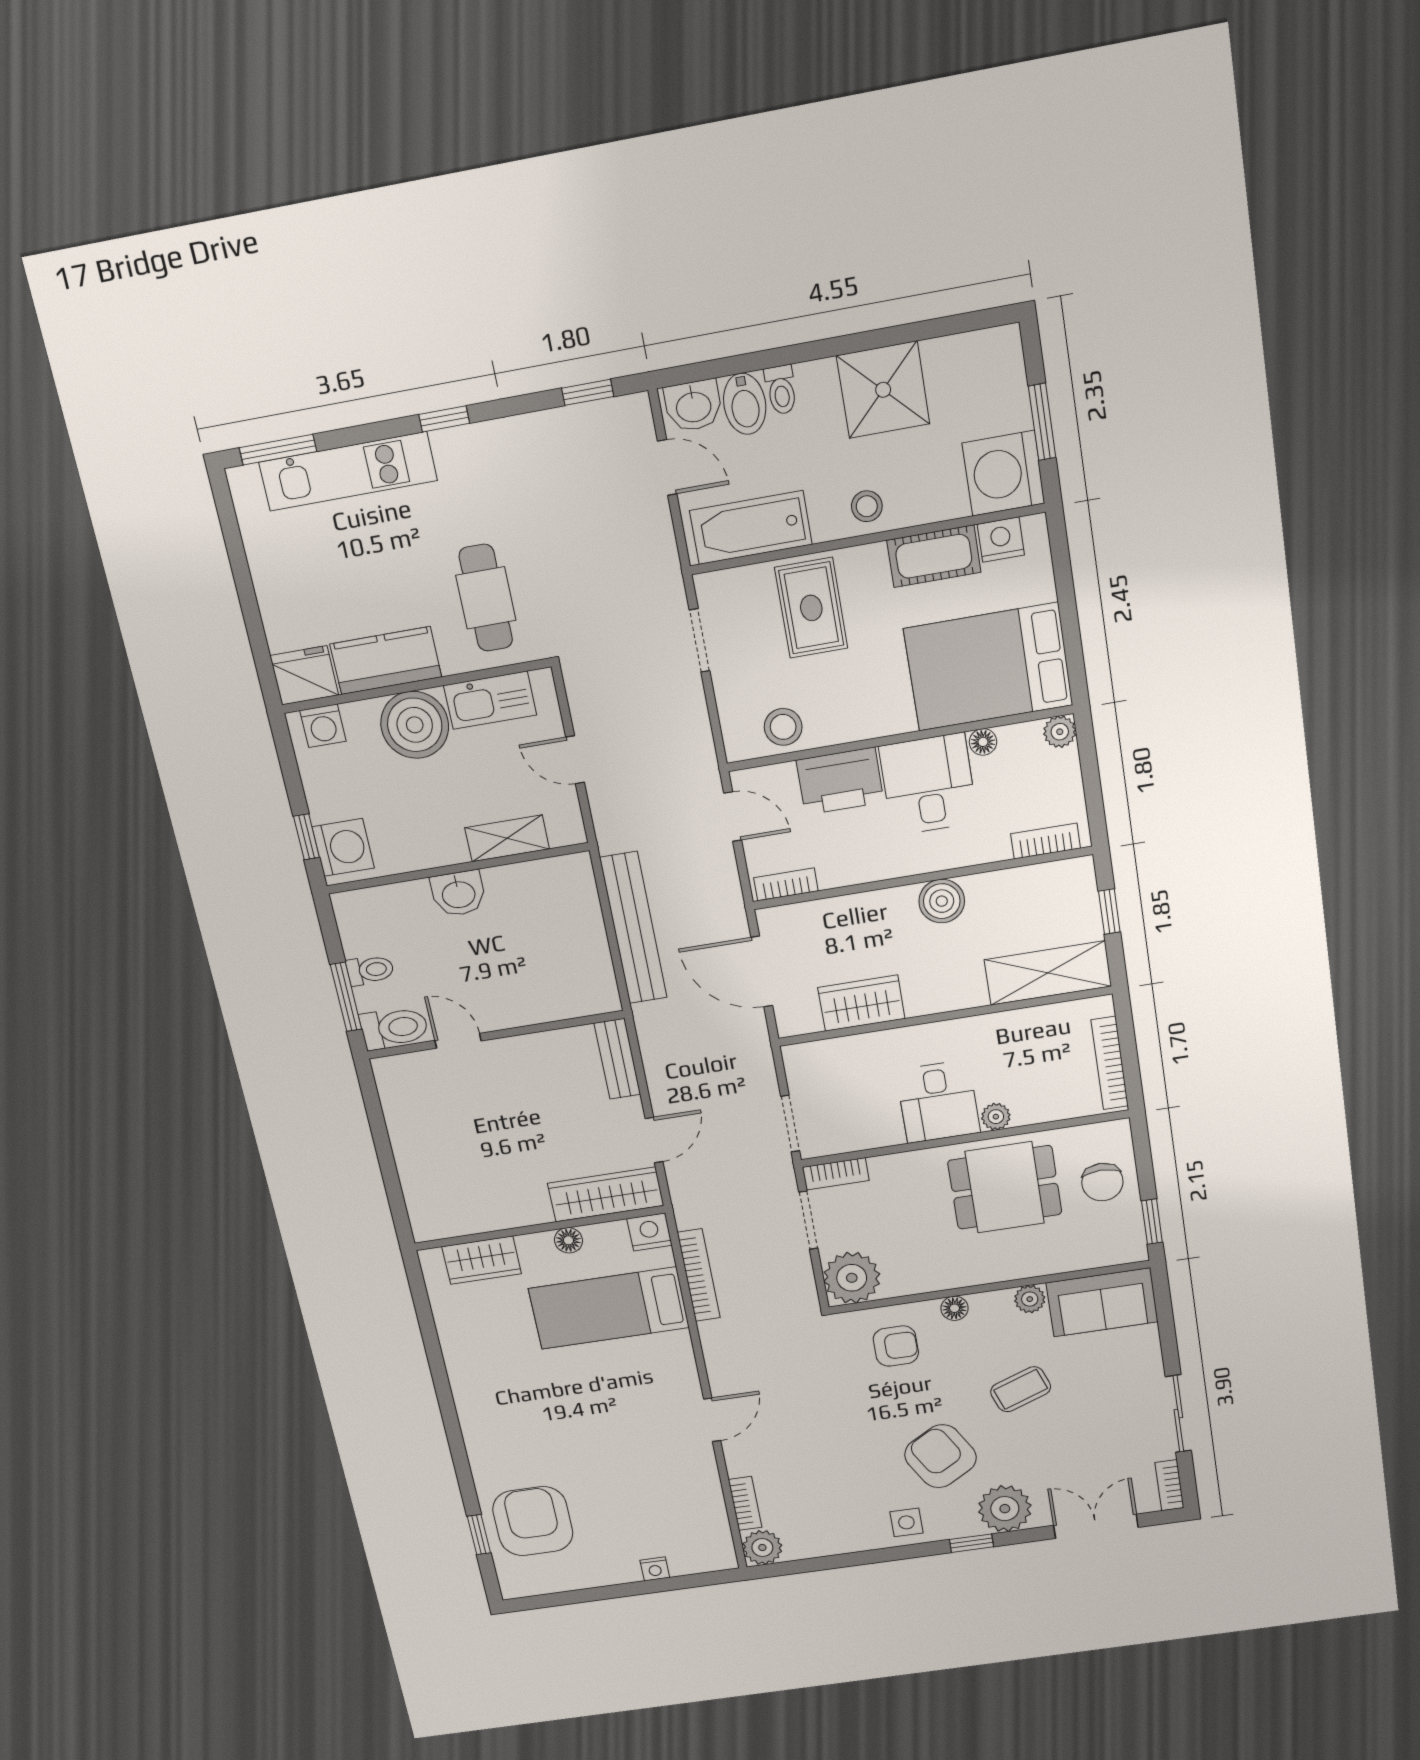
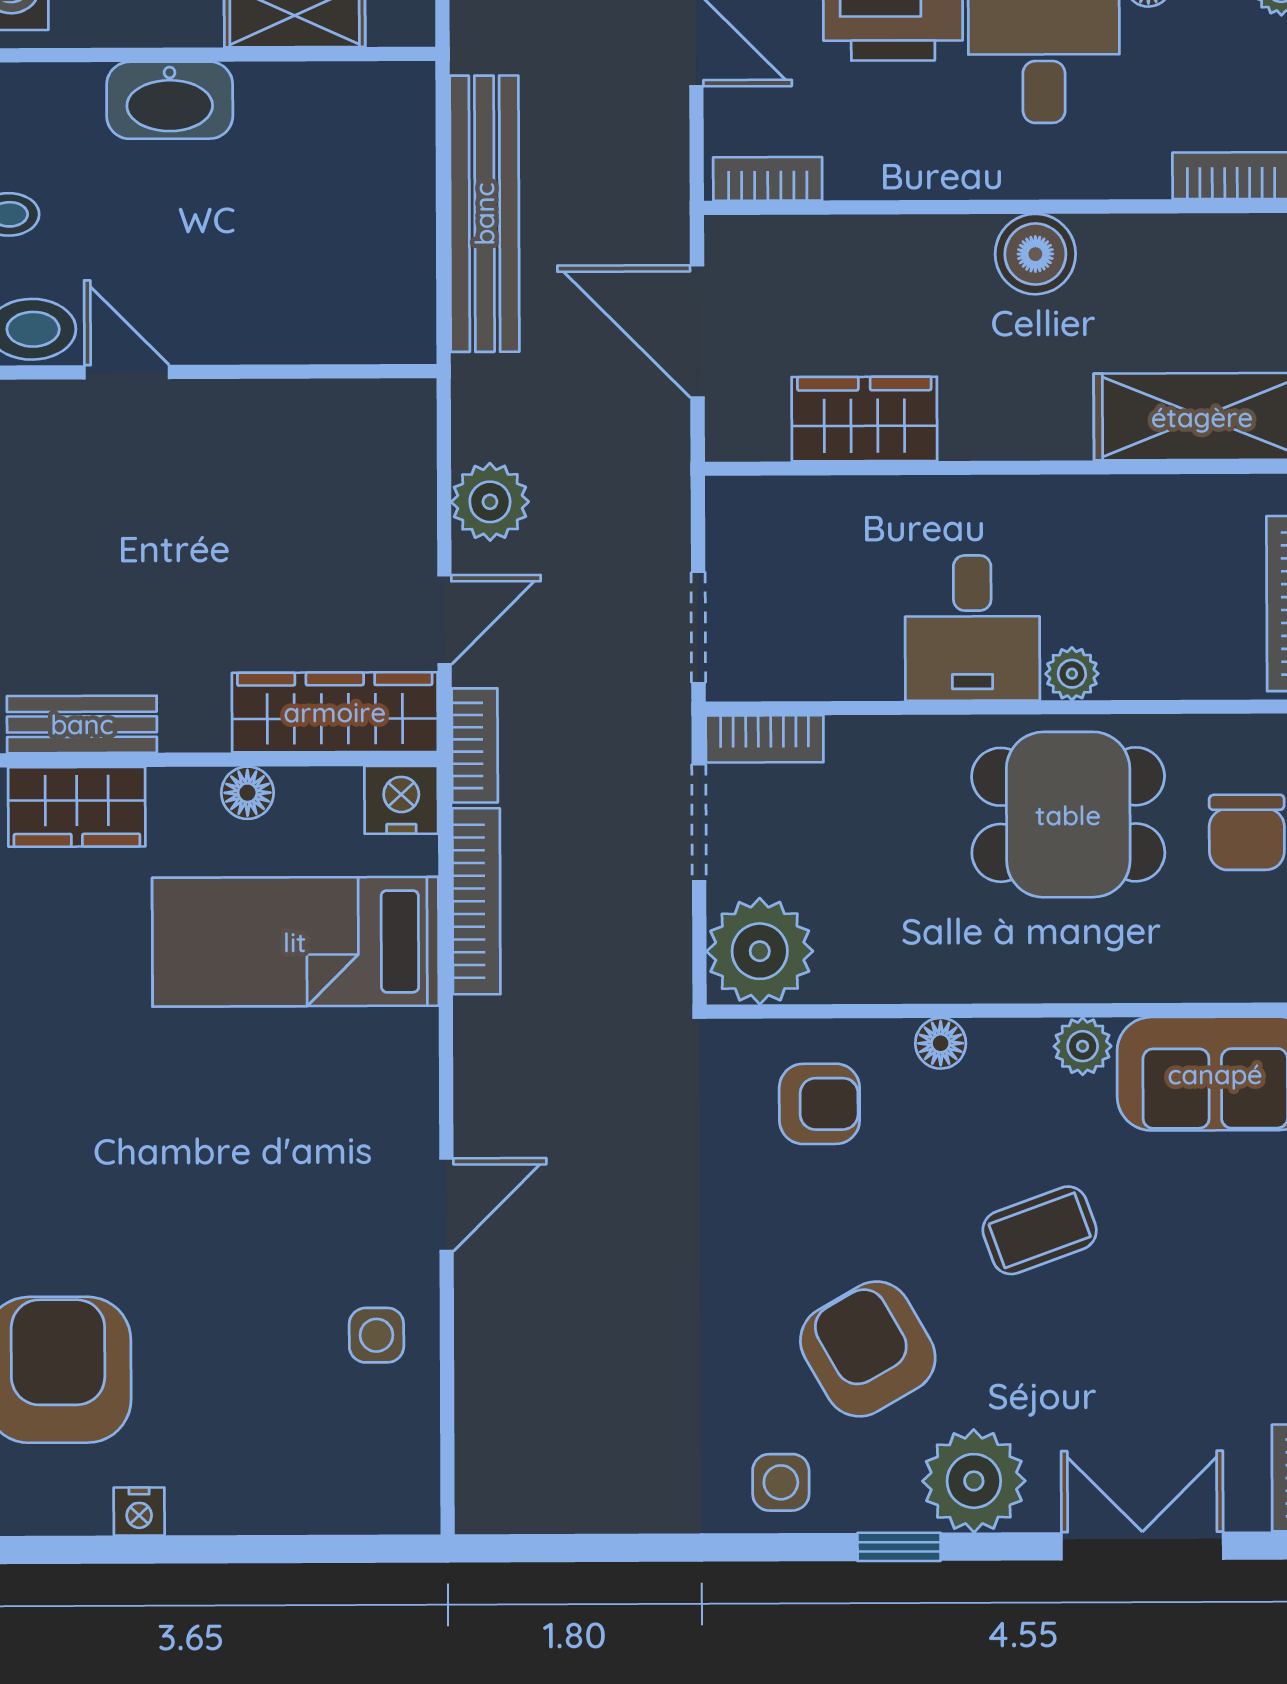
washbasin: (458, 894) -> (170, 100), width x1.38
bench: (617, 1059) -> (82, 724), moved, turned 90
side table: (689, 1484) -> (376, 1335), added
bookcase: (745, 1503) -> (475, 745), moved
plant: (762, 1547) -> (490, 502), moved
nightstand: (655, 1569) -> (139, 1511), moved

